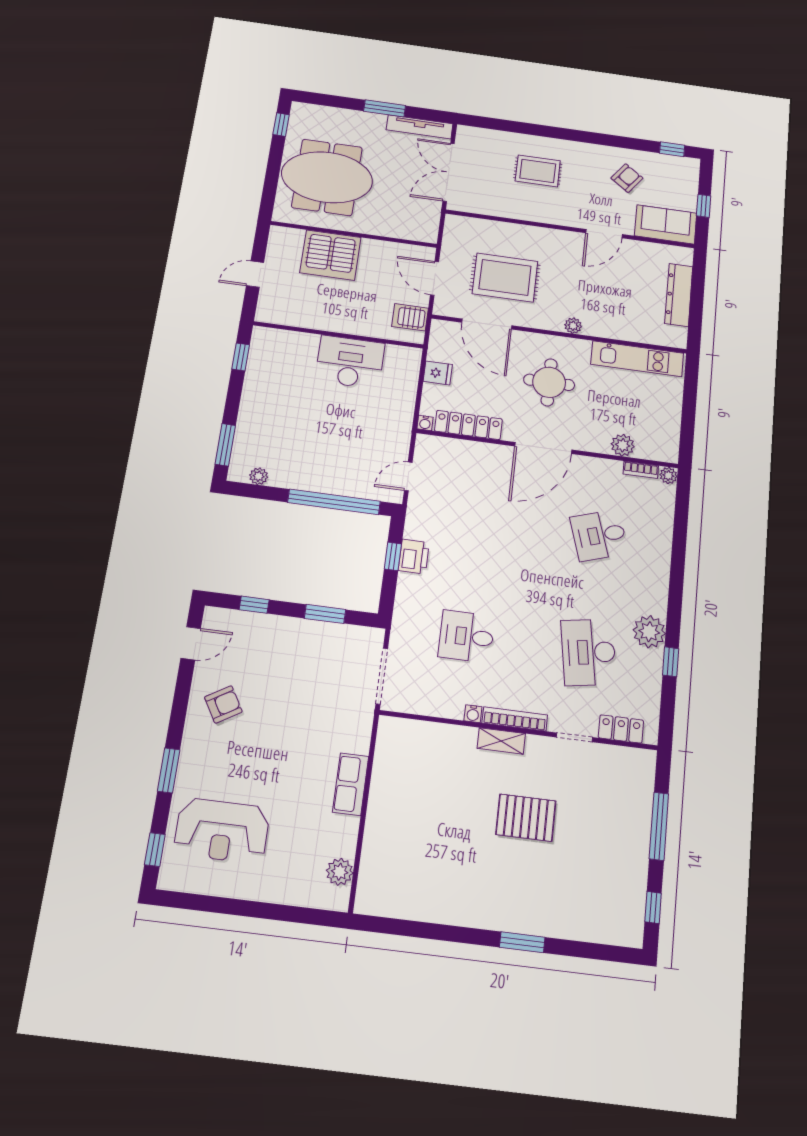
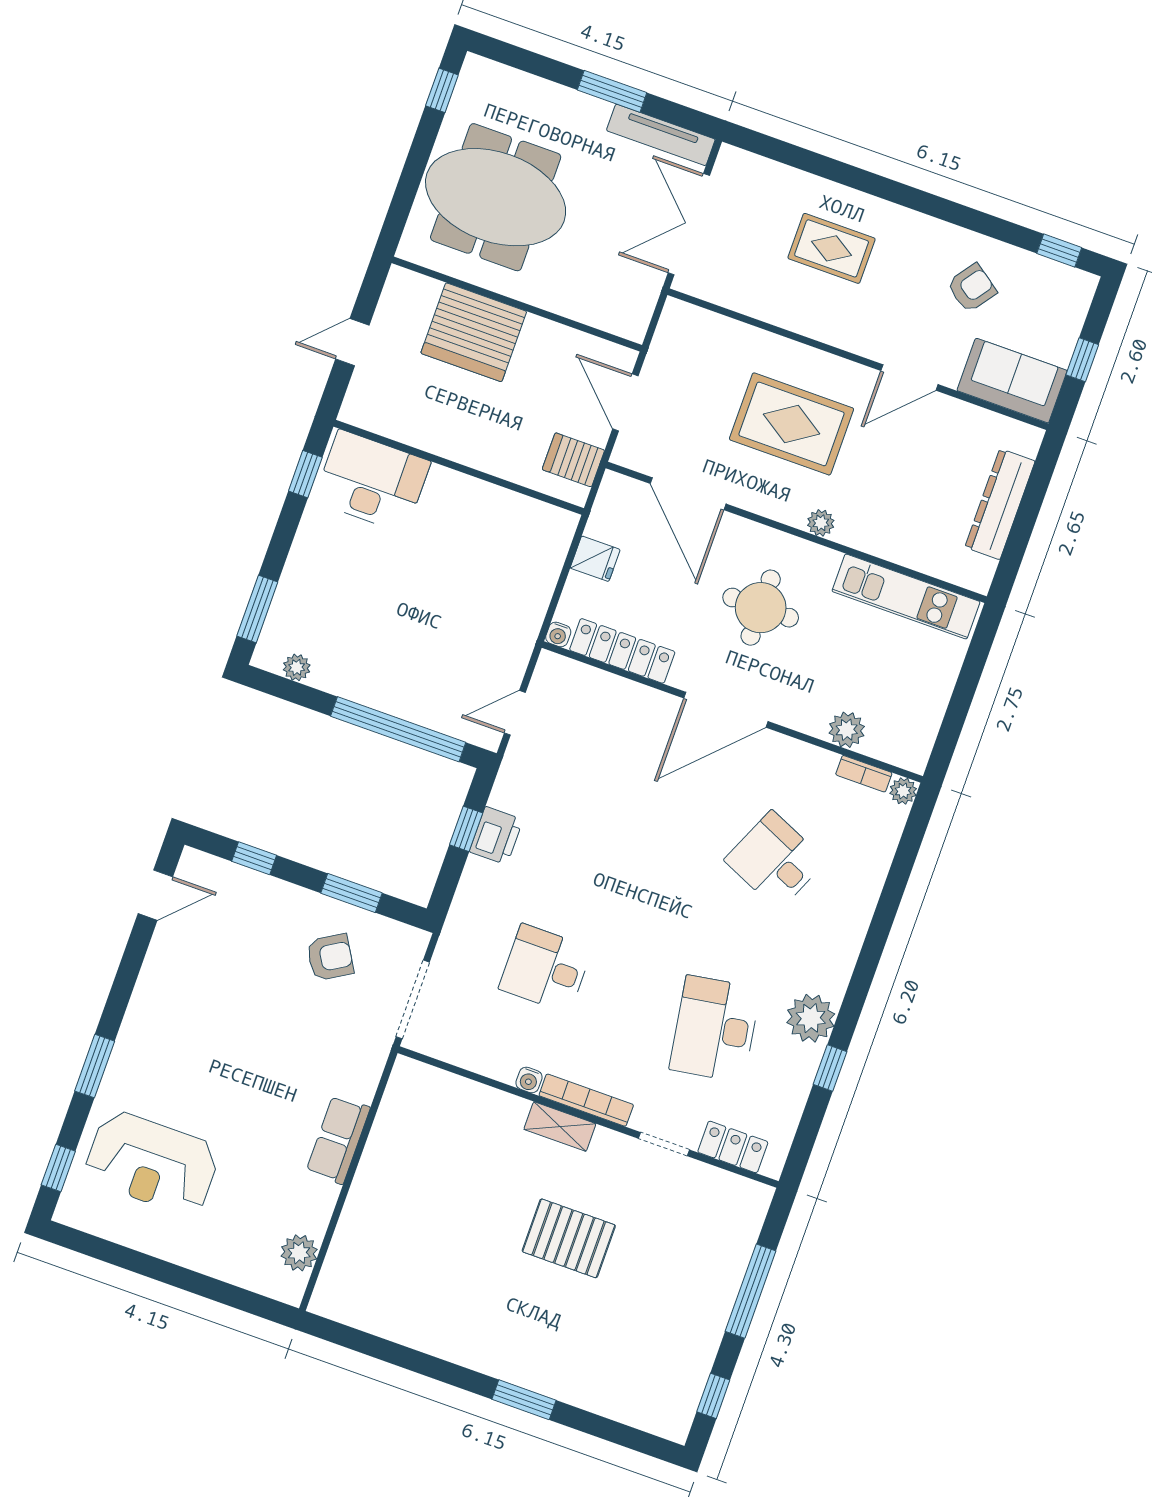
rug: (505, 278) -> (792, 424), moved
desk: (350, 362) -> (372, 481), moved
desk: (599, 535) -> (775, 861), turned 42
armchair: (223, 704) -> (330, 957), moved

